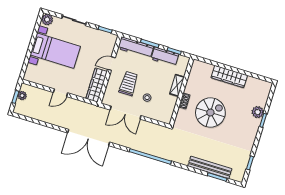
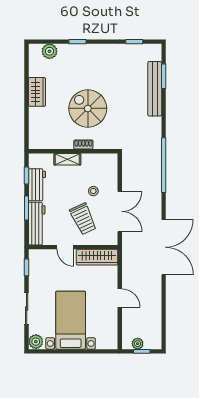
wardrobe: (229, 76) -> (37, 92), width x0.67
trolley: (129, 84) -> (83, 219), turned -115
plant: (258, 112) -> (49, 51), moved

